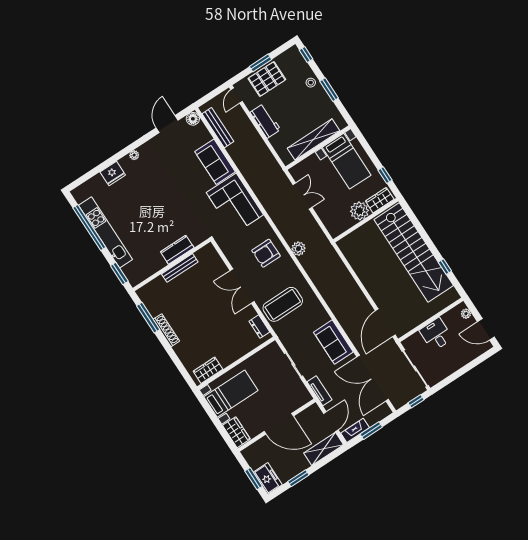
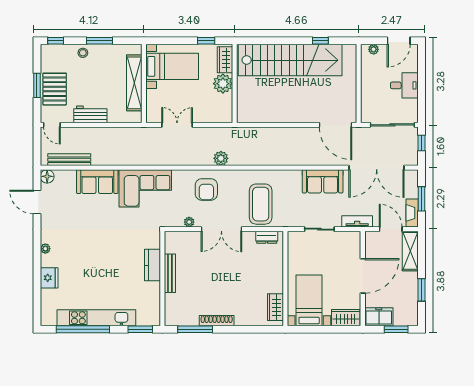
plant: (231, 256) -> (189, 222), added
desk: (436, 334) -> (404, 85), moved, turned 180
freezer: (268, 478) -> (379, 317), moved

